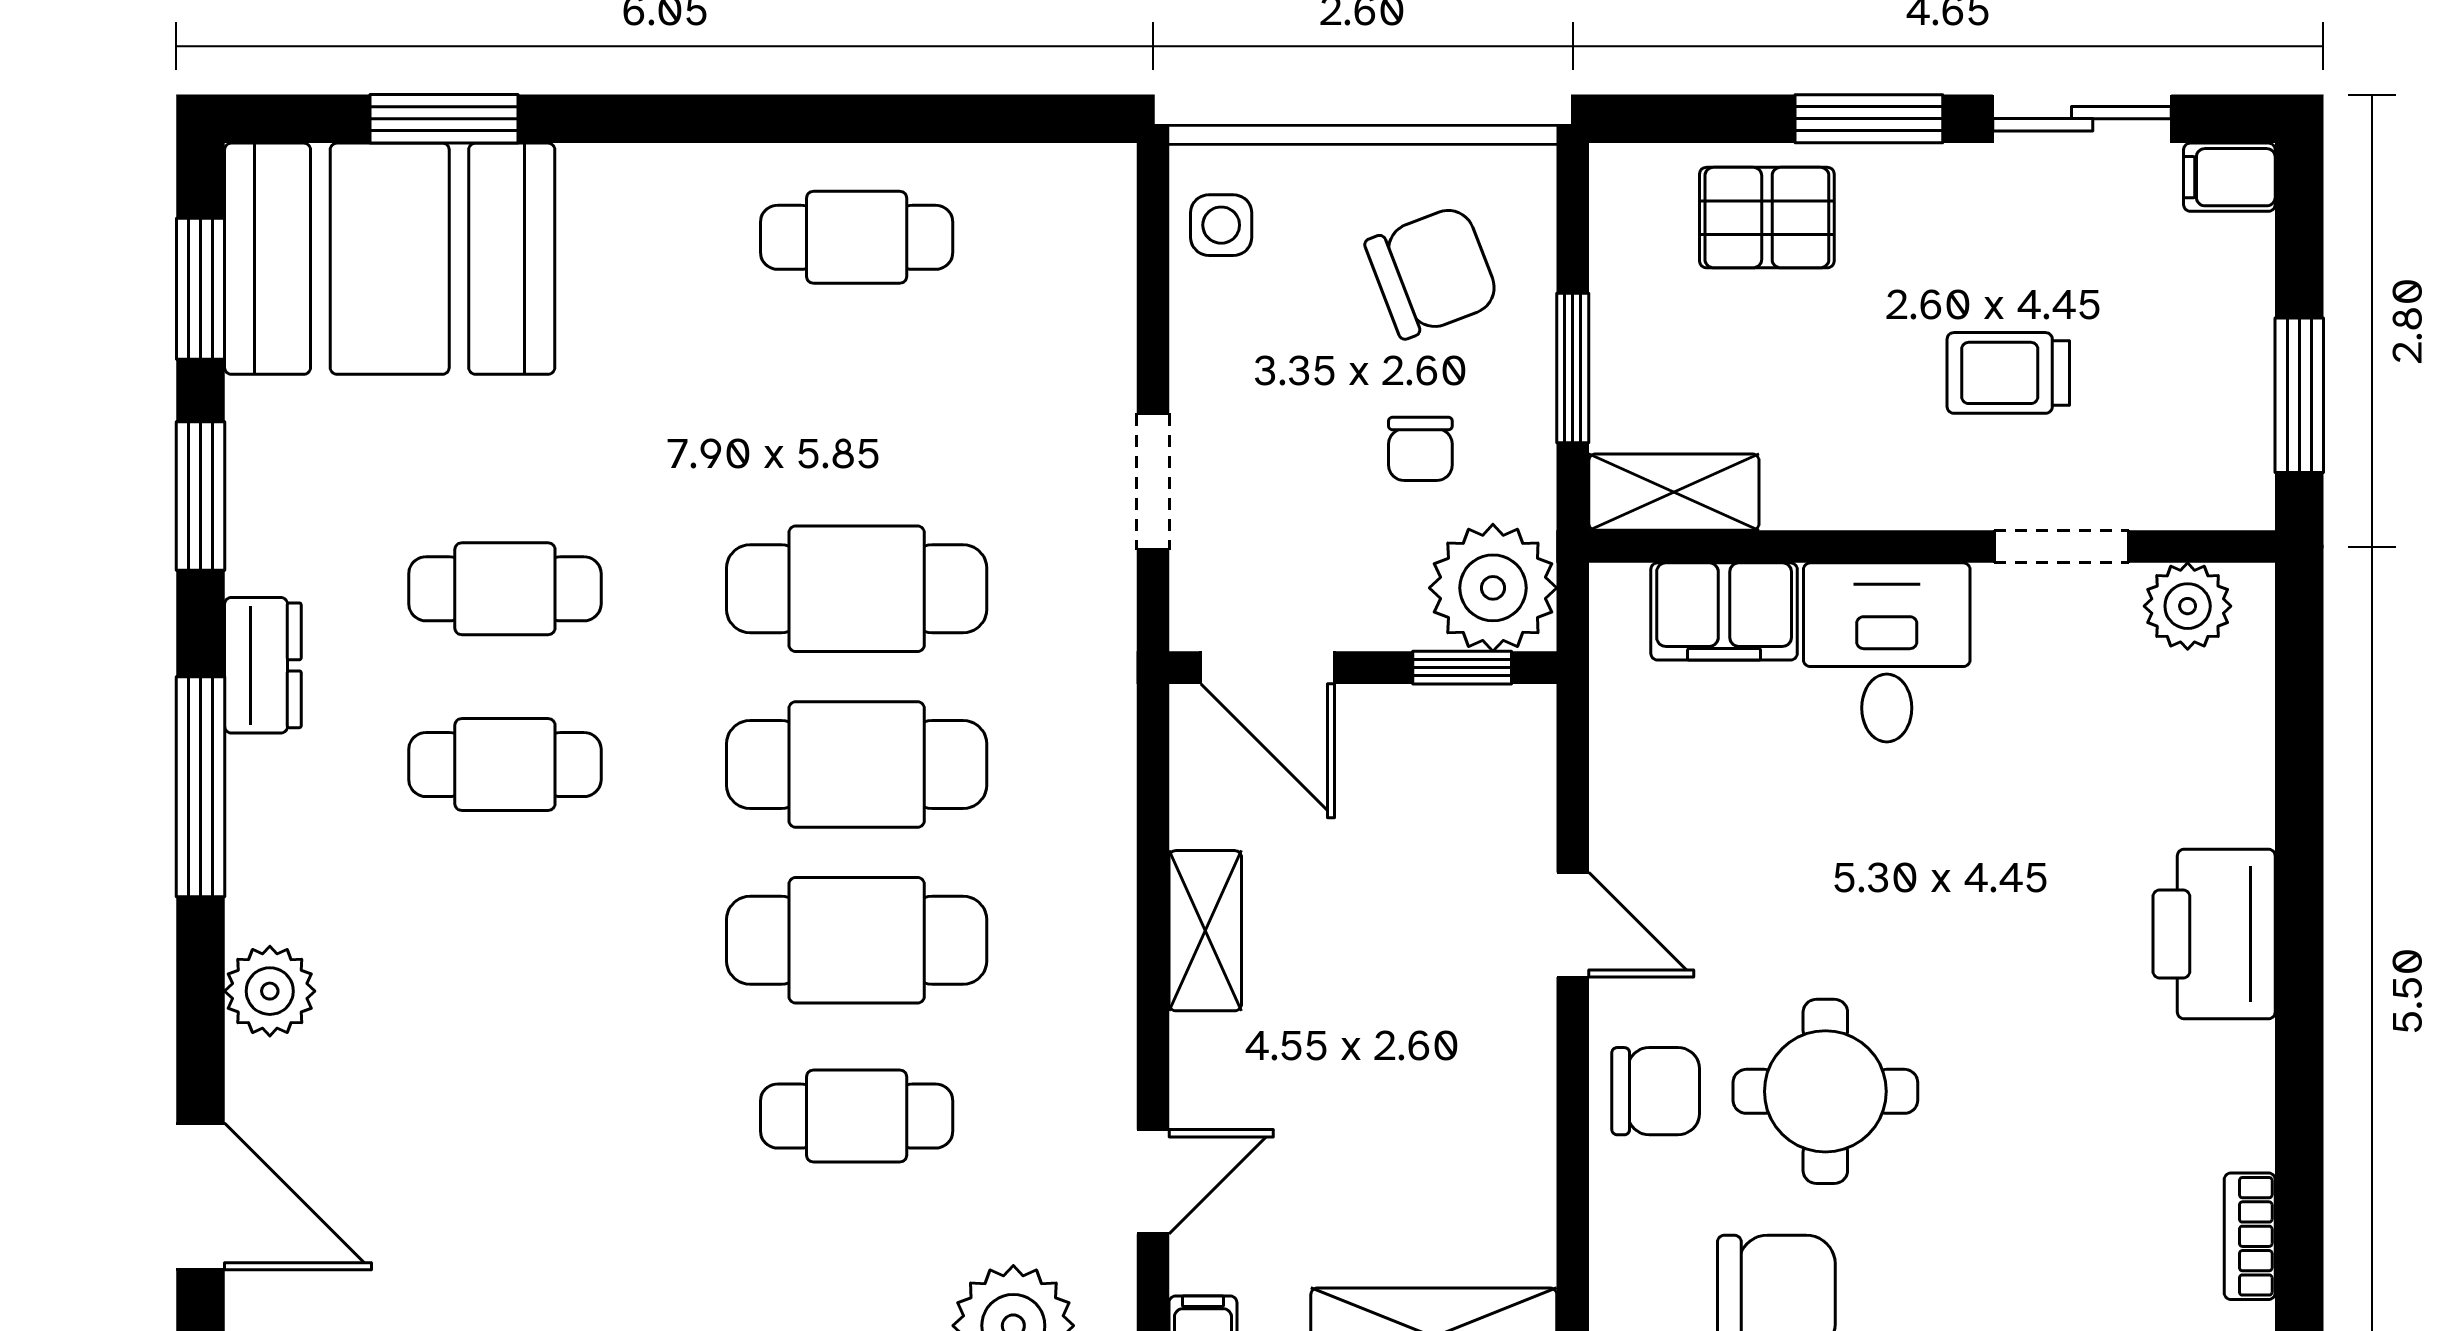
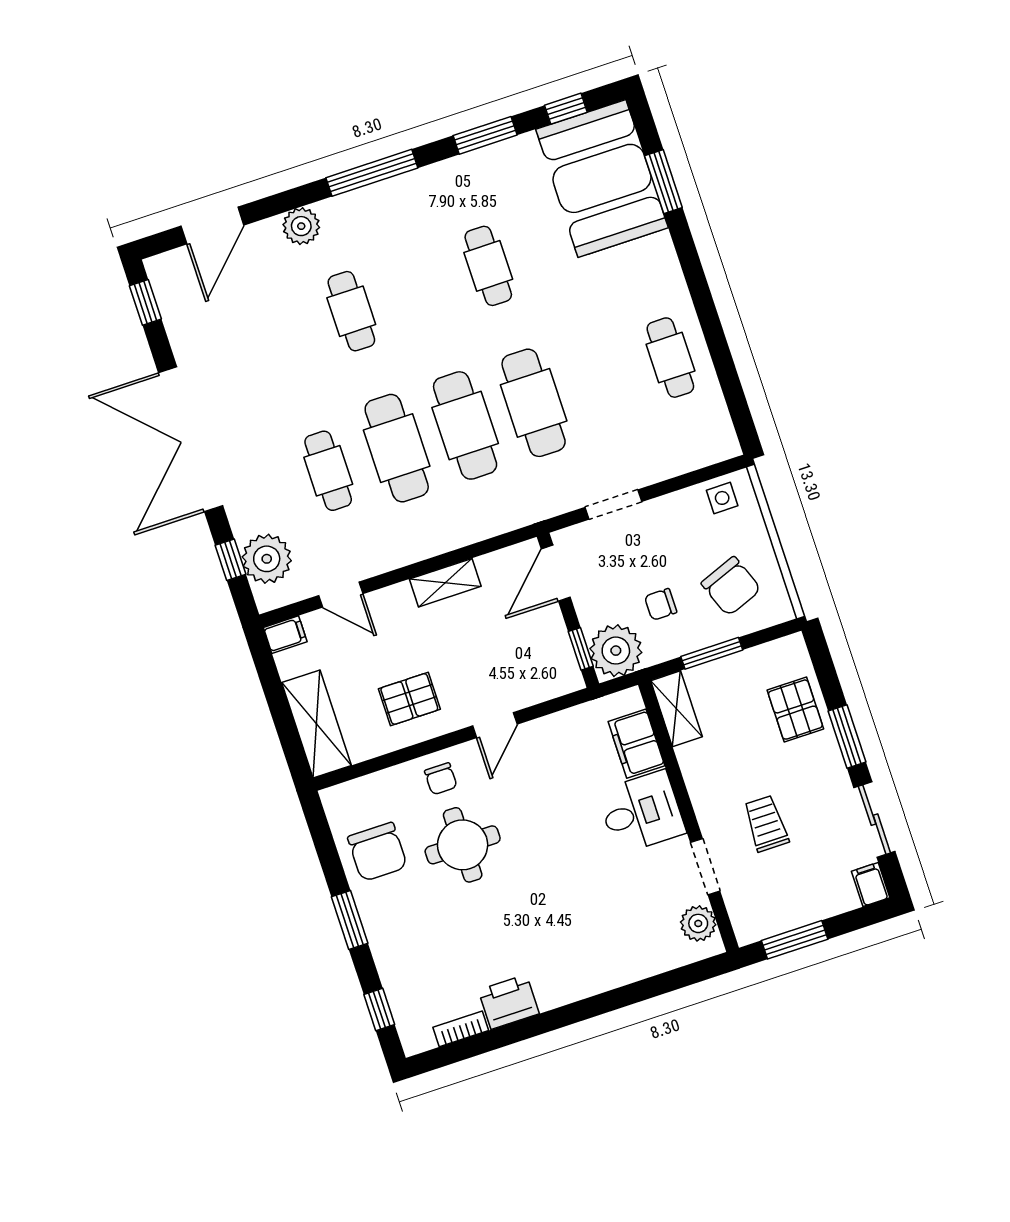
window: (200, 289) -> (566, 109), width x0.67
dresser: (263, 665) -> (427, 181), removed
cafe table: (505, 765) -> (351, 311), moved
printer: (2214, 934) -> (509, 1002), moved, width x0.73, depth x0.84
chair: (1656, 1091) -> (441, 779), width x0.73, depth x0.73
pallet: (1447, 1103) -> (409, 699), added

